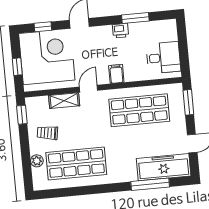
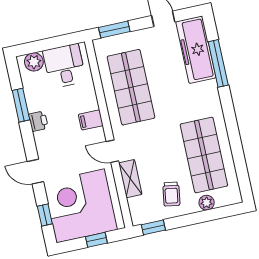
plant: (170, 33) -> (34, 62), added

